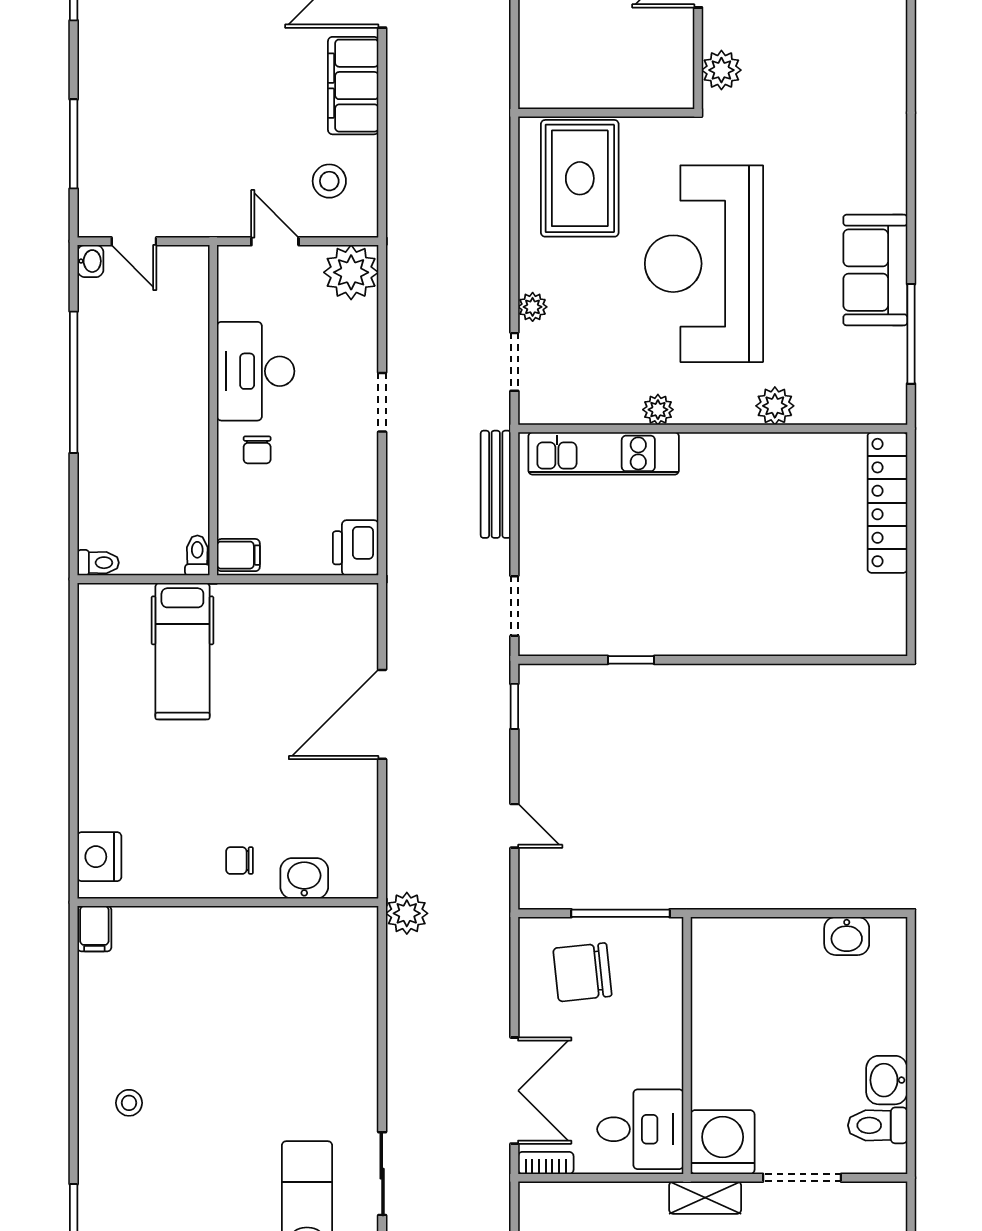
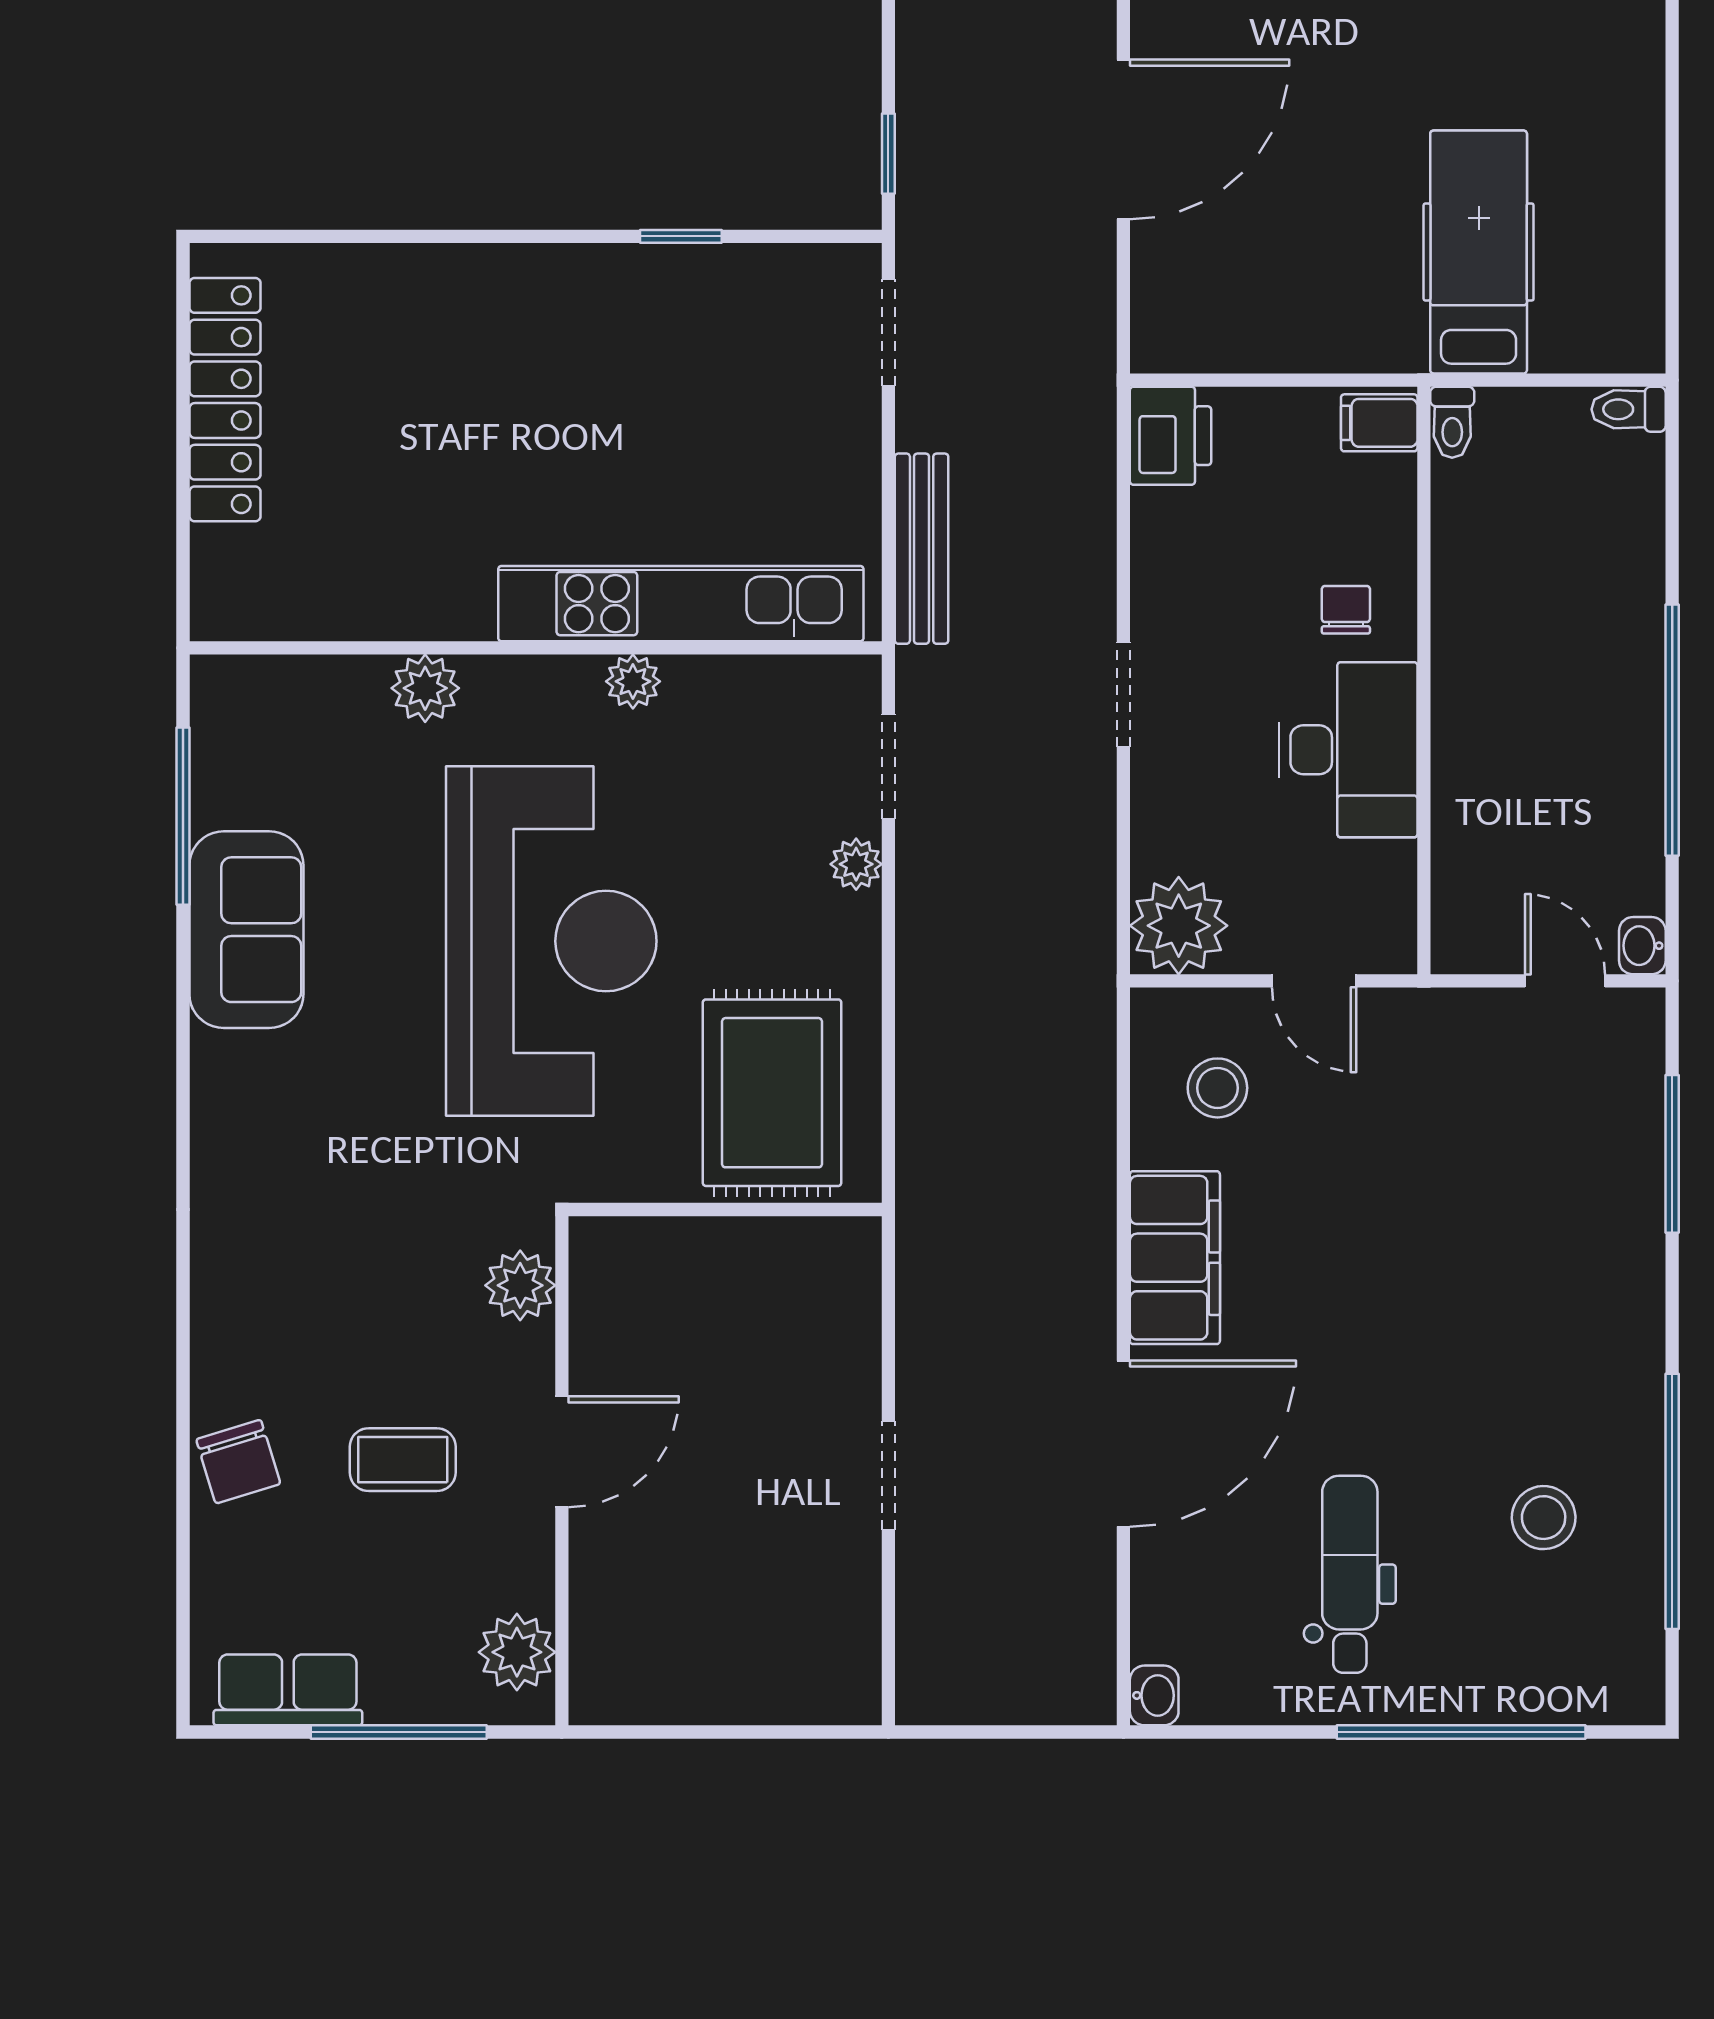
kitchen unit: (604, 453) -> (681, 604), width x1.36
locker: (887, 503) -> (225, 400), moved

